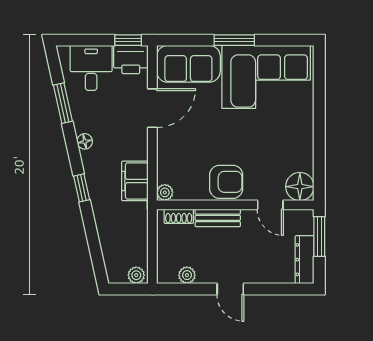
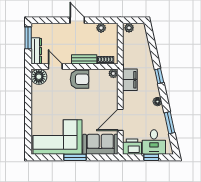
window: (128, 40) -> (151, 157), moved
armchair: (226, 182) -> (80, 79), turned 180
window: (319, 236) -> (28, 38), moved
dresser: (305, 260) -> (36, 51), moved

